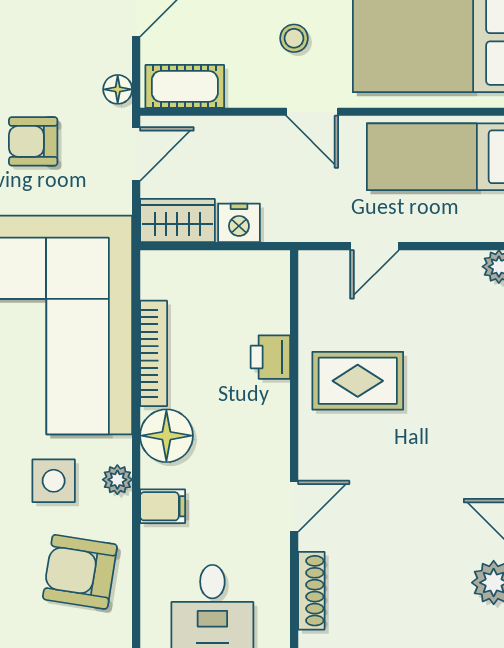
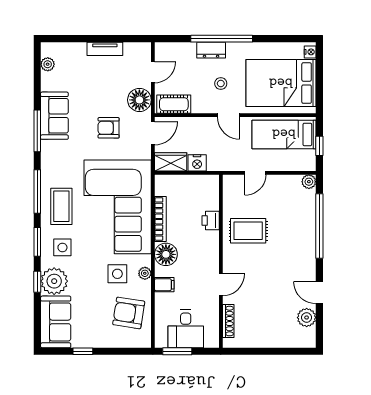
floor lamp: (118, 89) -> (139, 100), width x1.89, depth x1.89

